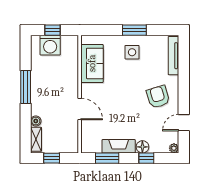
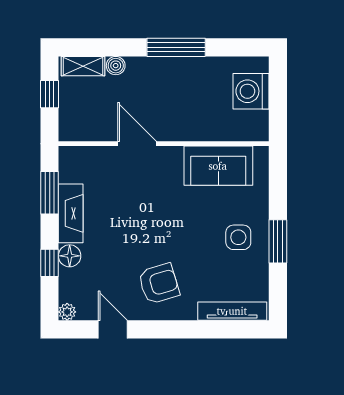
window: (53, 30) -> (278, 95), removed
door: (80, 109) -> (137, 144), swing flipped

